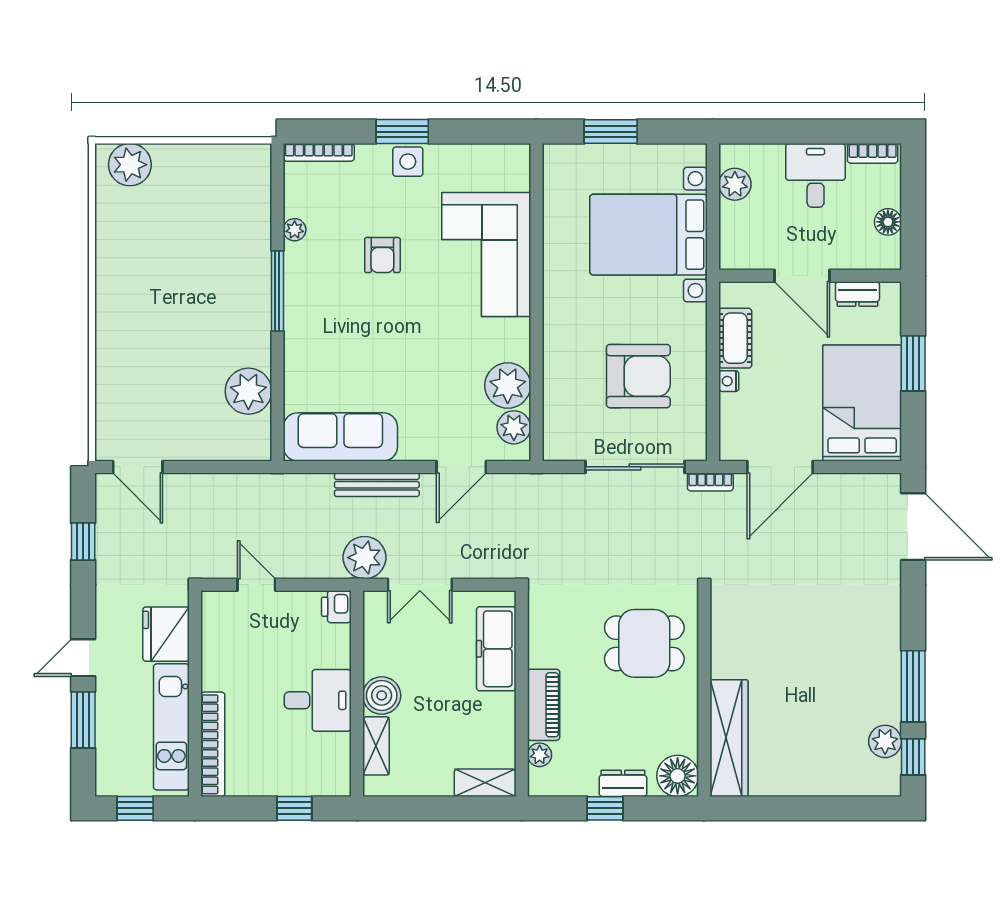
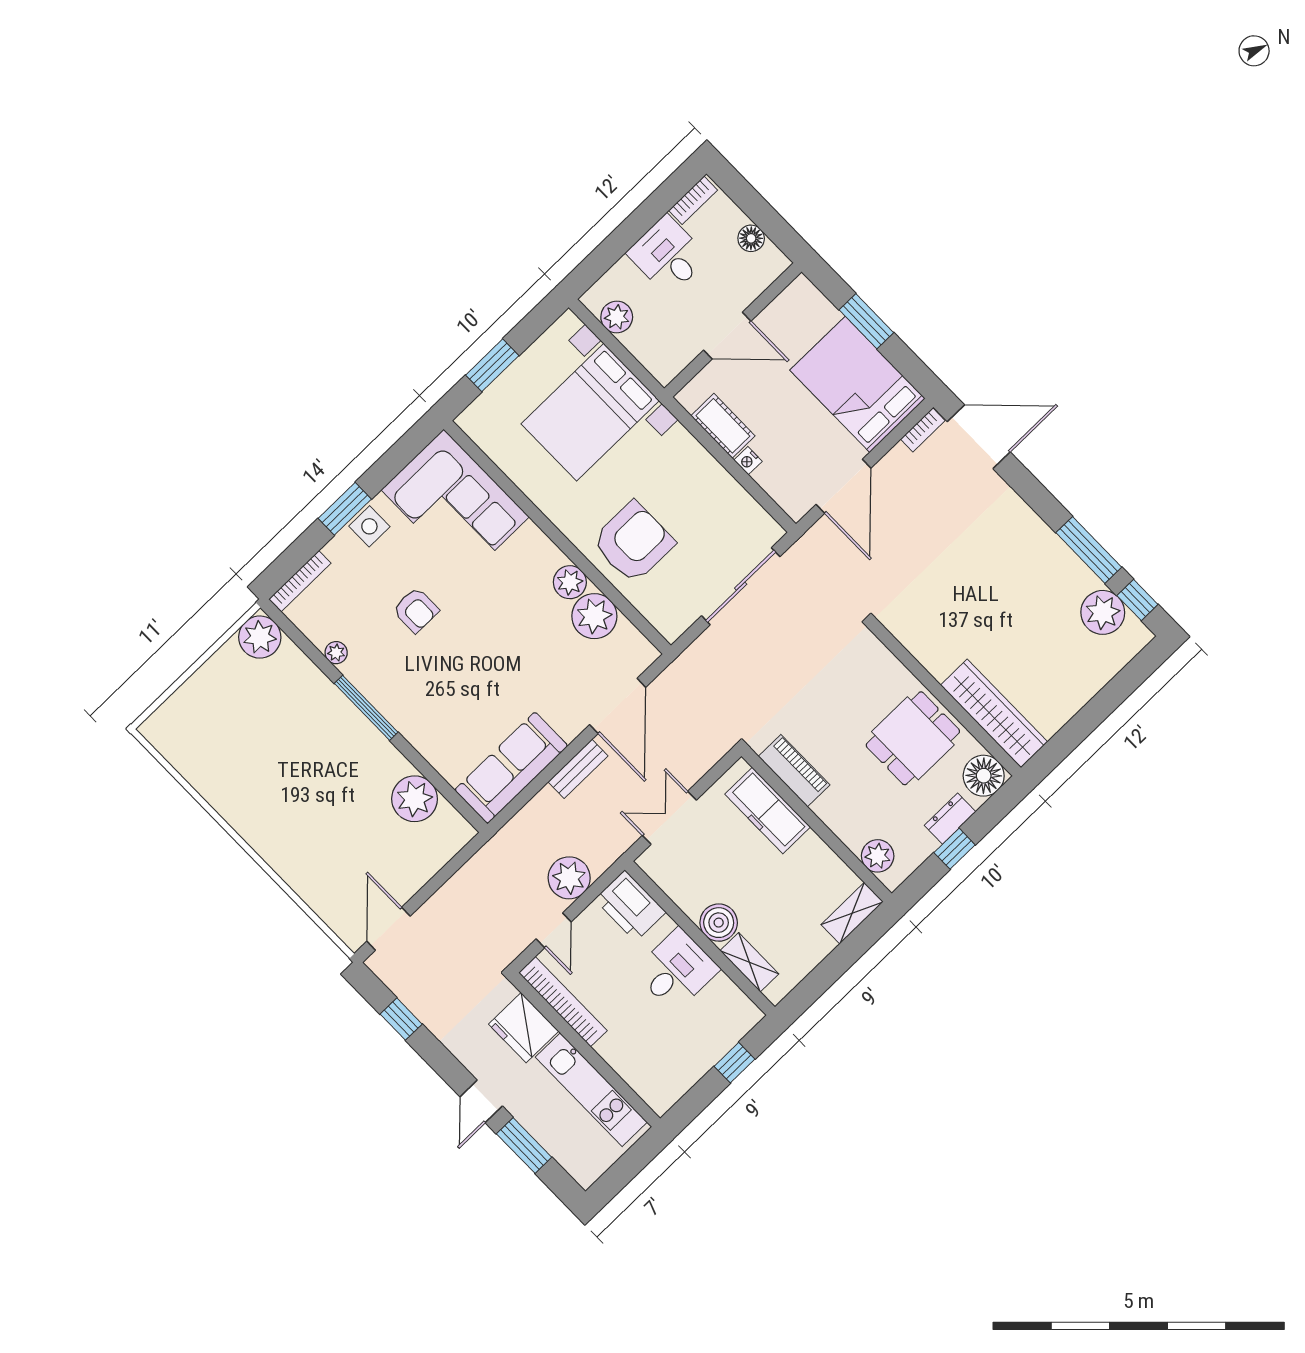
plant: (130, 165) -> (260, 637), moved
corner sofa: (486, 254) -> (455, 503), moved
dresser: (857, 294) -> (779, 310), removed
armchair: (638, 376) -> (633, 542), moved
plant: (514, 427) -> (570, 582), moved
door: (138, 467) -> (388, 929), swing flipped
door: (461, 467) -> (618, 706), width x1.36
bookcase: (710, 482) -> (923, 430), moved
bench: (377, 485) -> (578, 769), width x0.73
plant: (365, 558) -> (569, 878), moved
door: (256, 585) -> (554, 930), swing flipped
double door: (420, 585) -> (669, 818), swing flipped
printer: (336, 607) -> (630, 906), width x1.87, depth x1.48
dining table: (644, 643) -> (913, 738), moved
piano: (544, 705) -> (794, 771), moved
plant: (885, 741) -> (1103, 612), width x1.36, depth x1.36
bookcase: (213, 744) -> (563, 1002), moved
plant: (540, 755) -> (878, 856), width x1.38, depth x1.38
window: (135, 808) -> (622, 1172), removed

